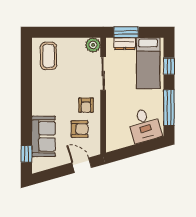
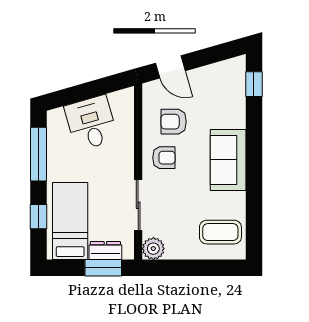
coffee table: (49, 56) -> (220, 232), turned 90
armchair: (86, 105) -> (164, 158), turned 90
desk: (145, 125) -> (91, 123), moved
sofa: (44, 136) -> (228, 160), moved

